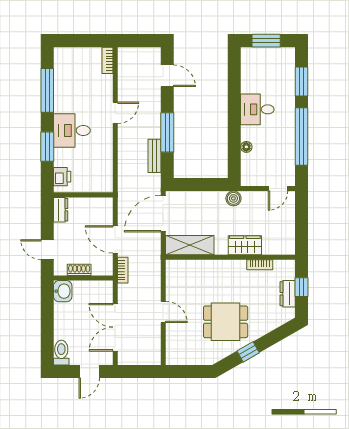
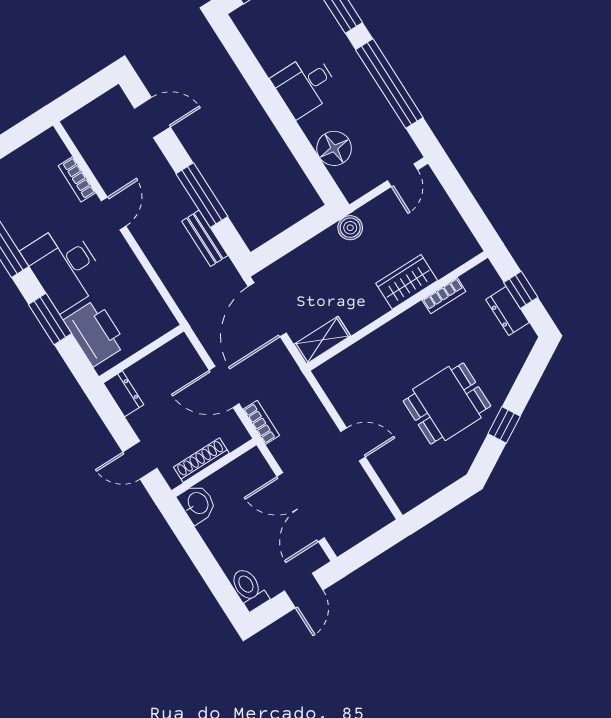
bookcase: (108, 60) -> (77, 179), moved
desk: (72, 131) -> (64, 267), width x1.37
floor lamp: (246, 147) -> (334, 148), width x1.89, depth x1.89
printer: (62, 177) -> (95, 333), width x1.87, depth x1.48
shelving: (190, 245) -> (322, 340), width x0.67, depth x0.75
shoe rack: (79, 270) -> (201, 460), width x1.43

